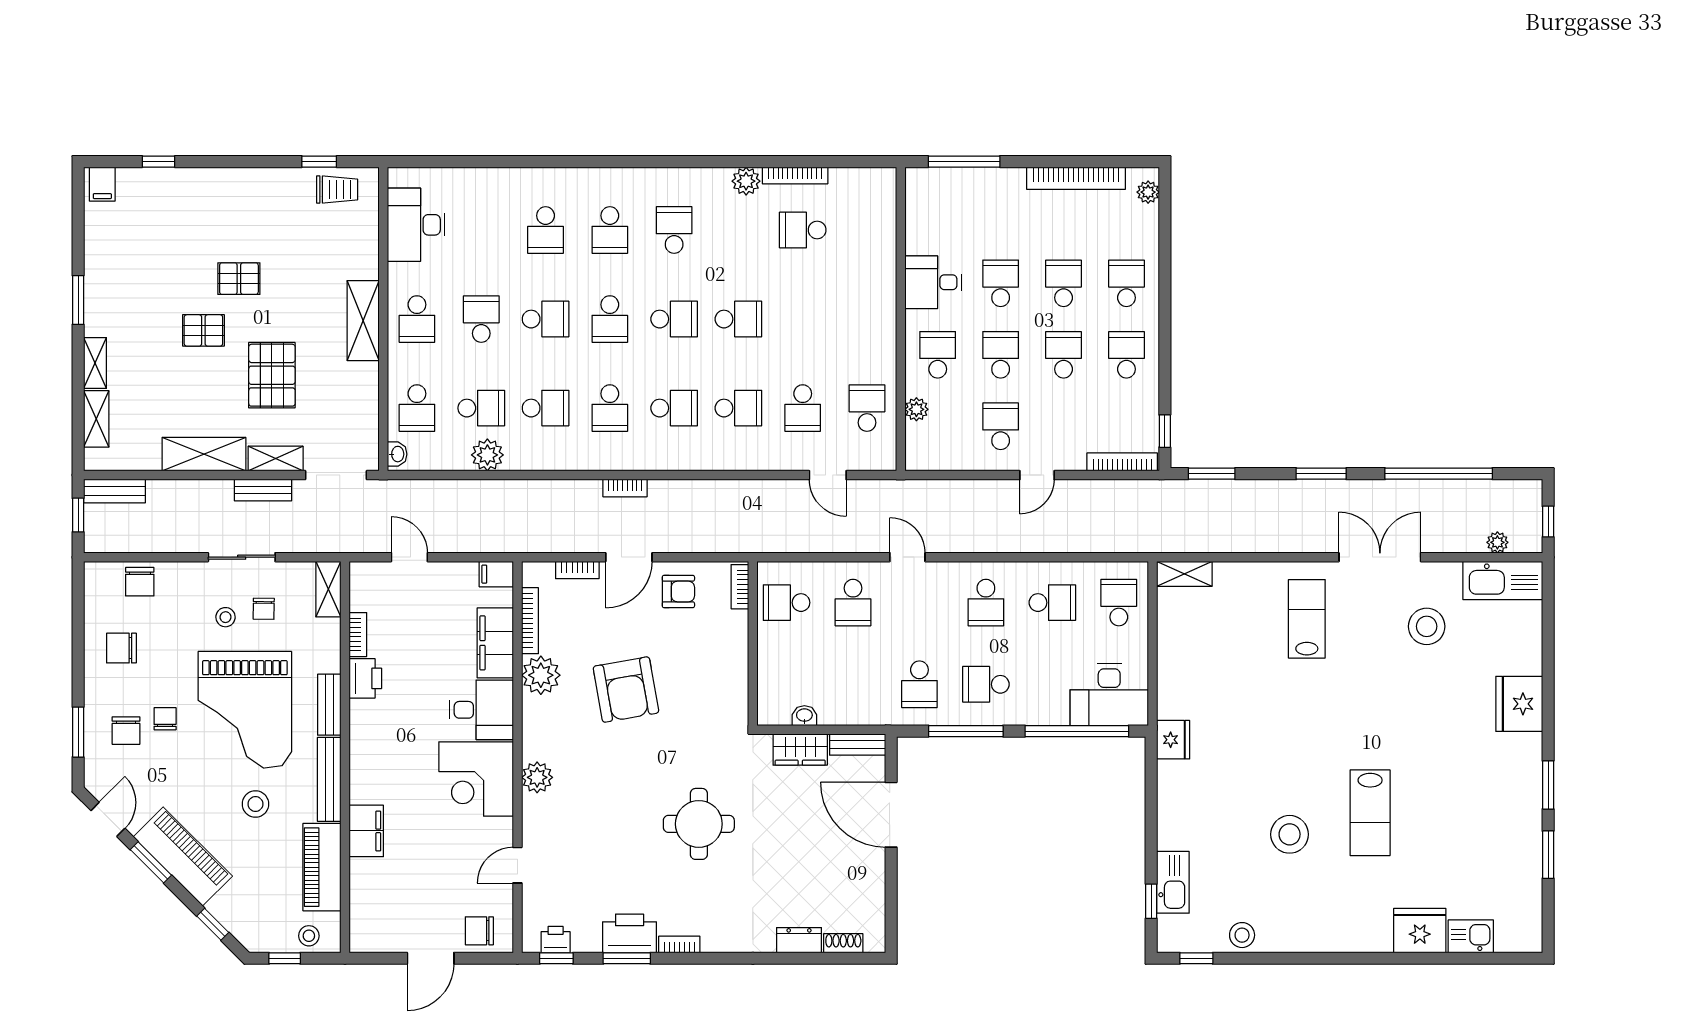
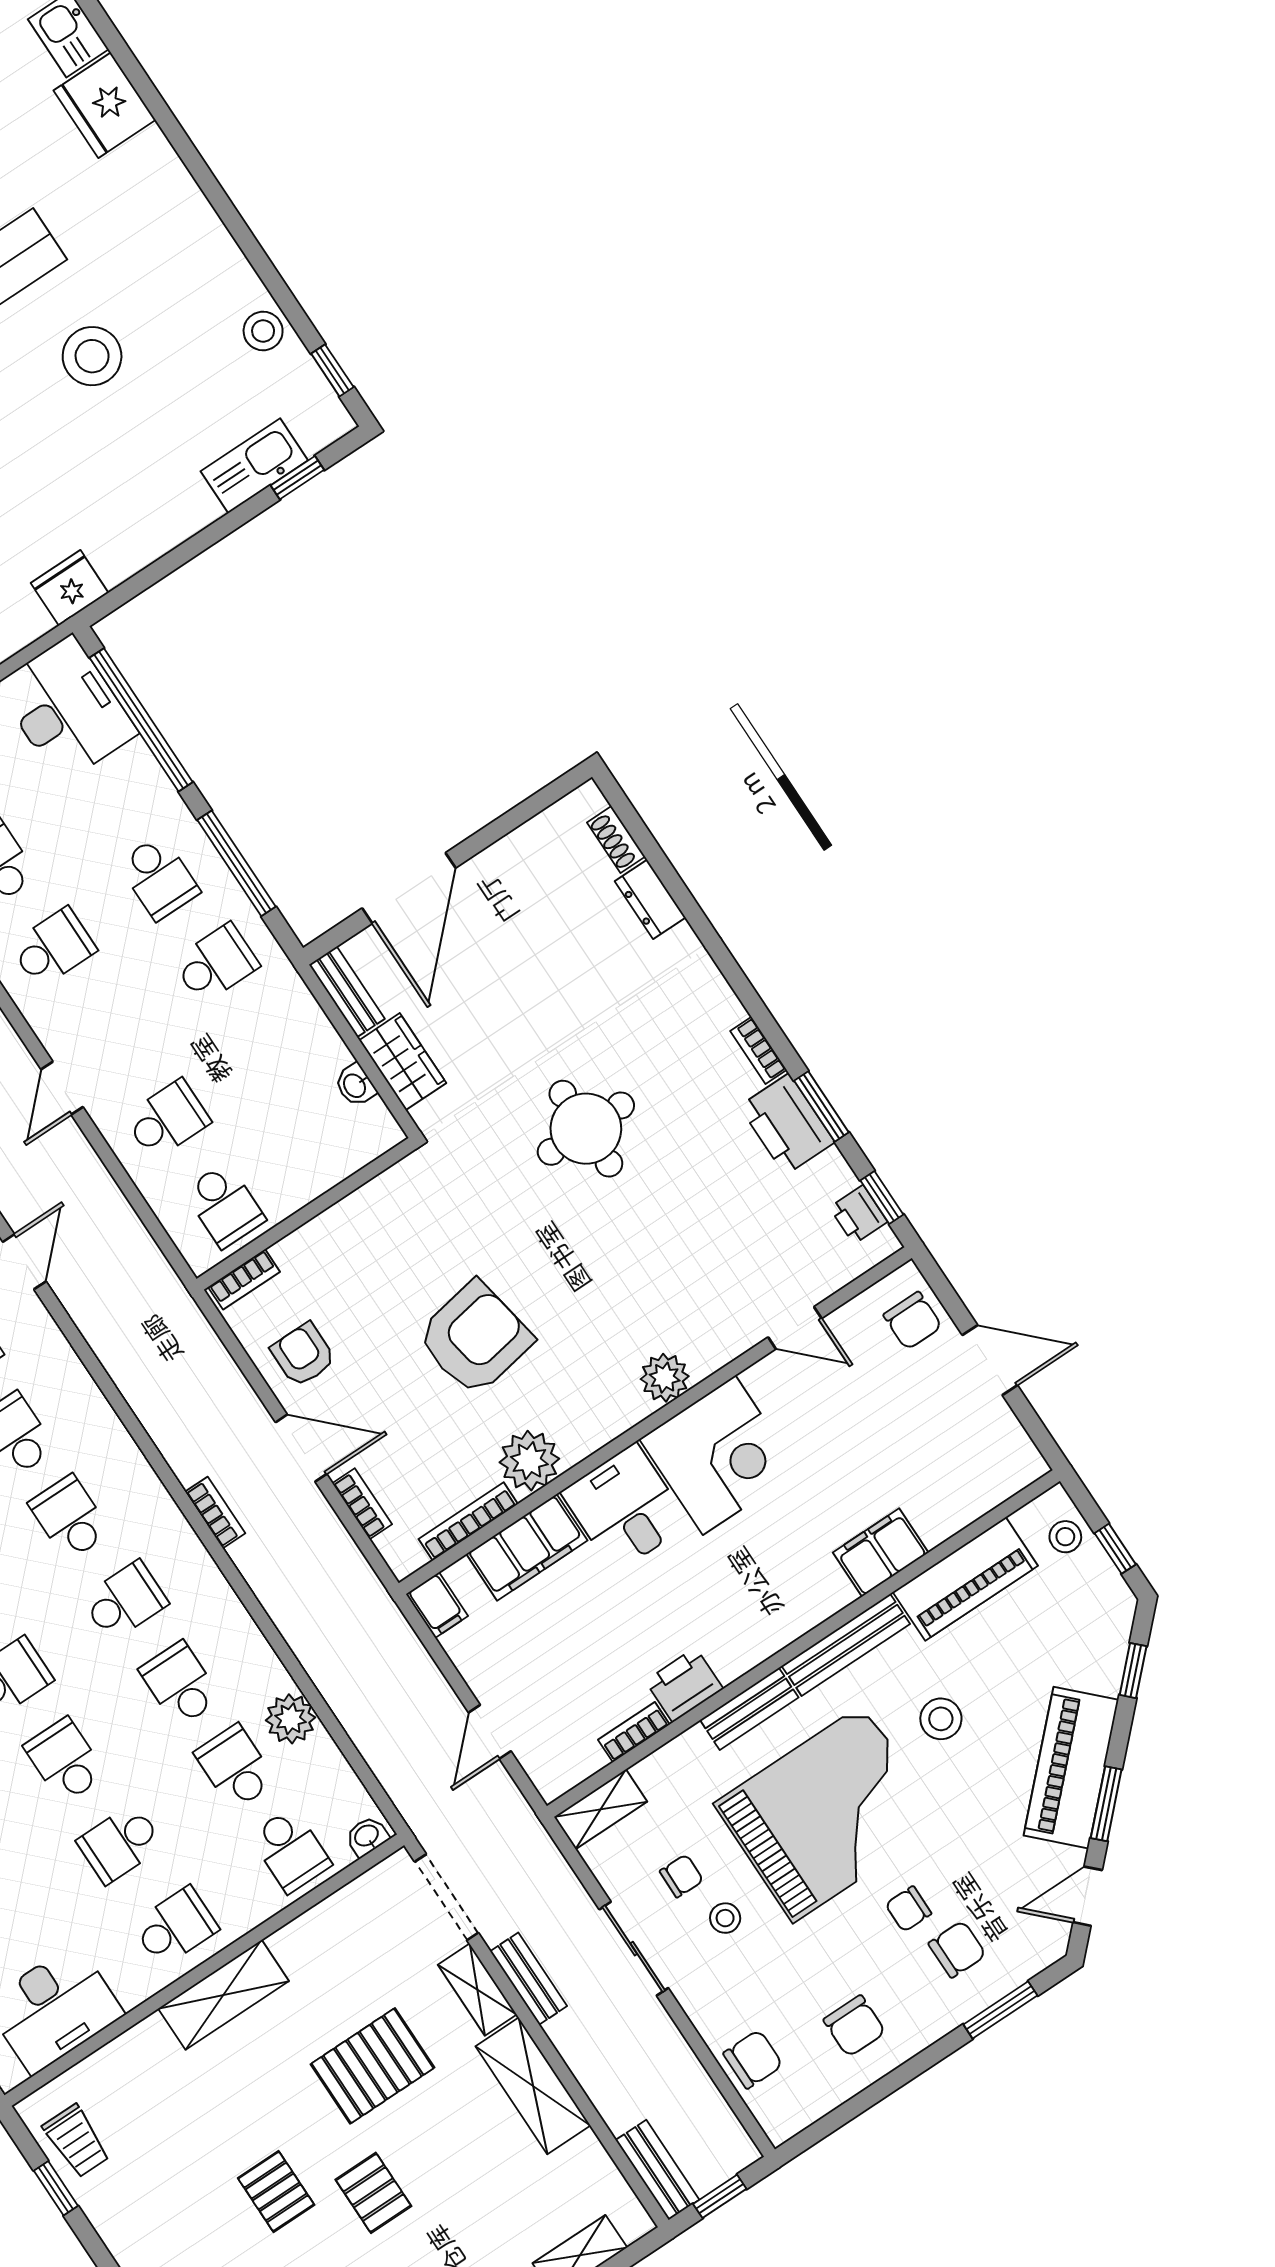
trolley: (337, 190) -> (76, 2141), turned 180
school desk: (417, 408) -> (290, 1850), turned 90

